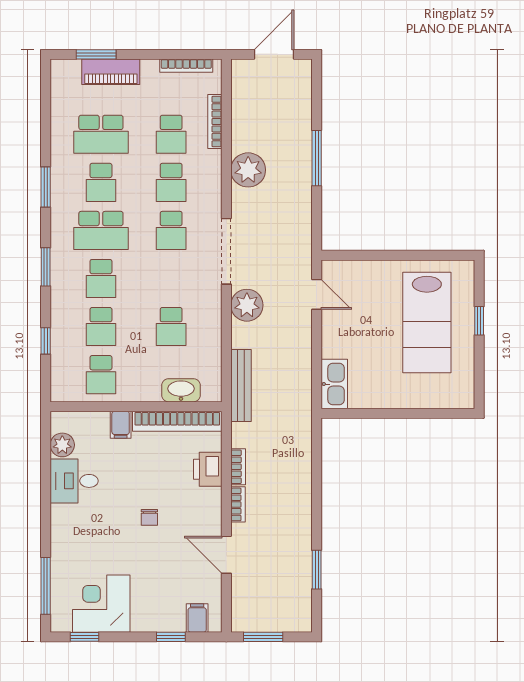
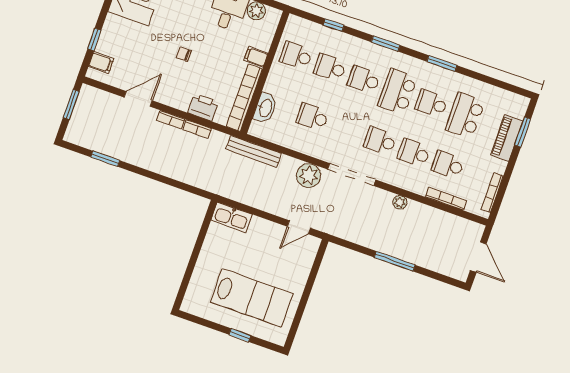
plant: (248, 170) -> (400, 202), width x0.53, depth x0.53
lab bench: (427, 322) -> (252, 298), turned 180

